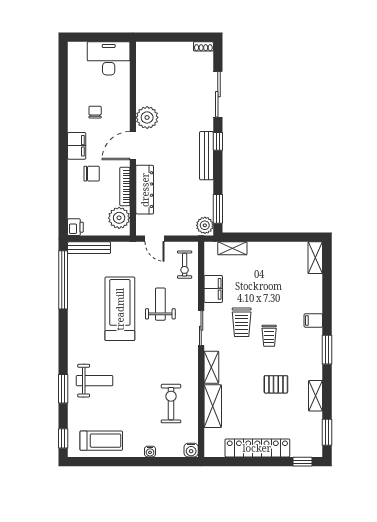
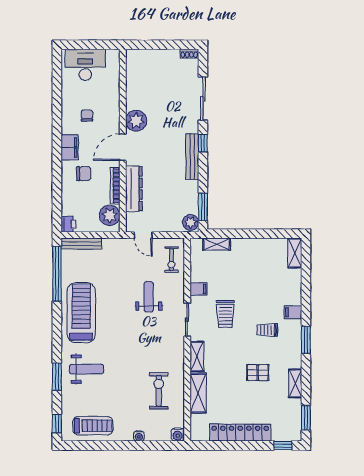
desk: (109, 58) -> (85, 65), moved
filing cabinet: (213, 289) -> (199, 289), width x0.50
treadmill: (120, 309) -> (81, 313), moved
trolley: (269, 336) -> (267, 330), moved, turned 90

